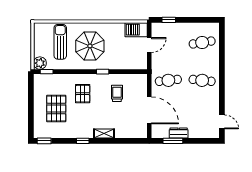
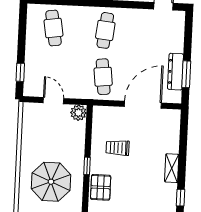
barbecue: (136, 30) -> (32, 118), removed
plant: (141, 64) -> (78, 113), added
pallet: (83, 94) -> (101, 187), moved, turned 90
dresser: (179, 133) -> (176, 72), width x1.44

